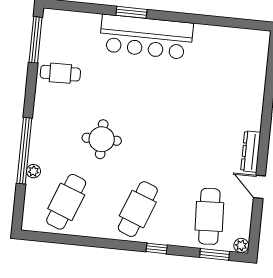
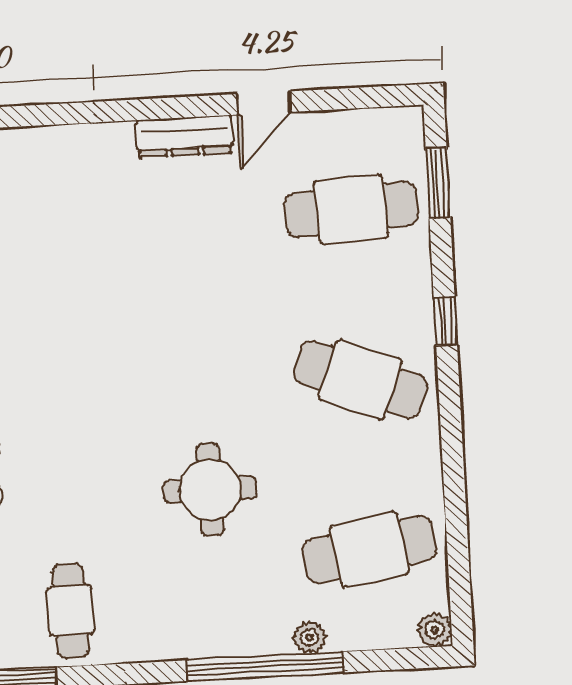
cafe table: (66, 202) -> (369, 550), turned -30
plant: (241, 245) -> (435, 630), moved

